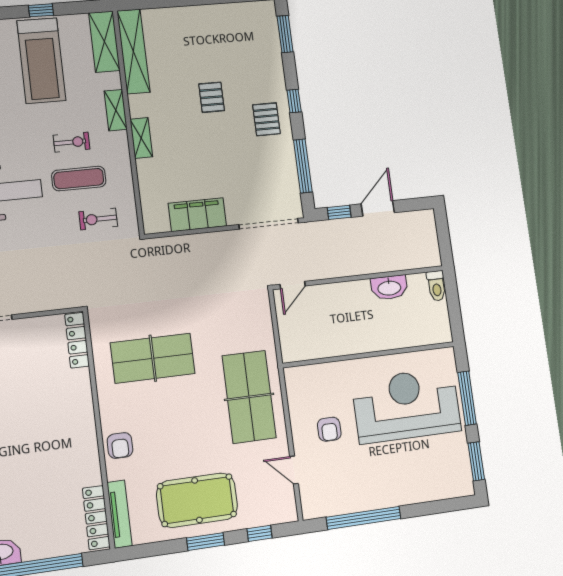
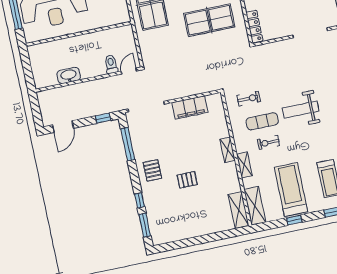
shelving: (133, 51) -> (239, 210), width x0.68
pallet: (212, 97) -> (187, 180), turned 90
window: (294, 101) -> (140, 200), moved
door: (378, 208) -> (63, 127), moved
toilet: (436, 286) -> (111, 64), moved

